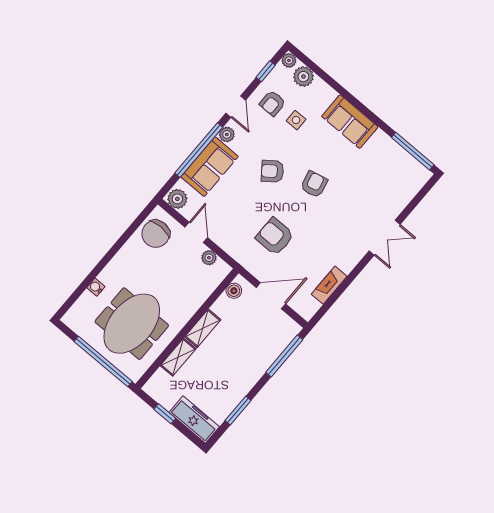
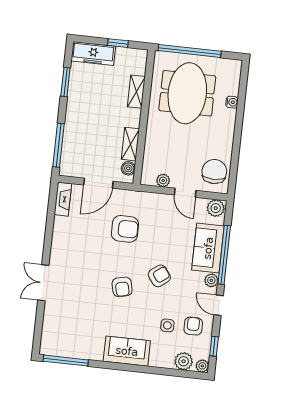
fireplace: (329, 285) -> (63, 199), moved
shelving: (203, 328) -> (130, 144), moved

